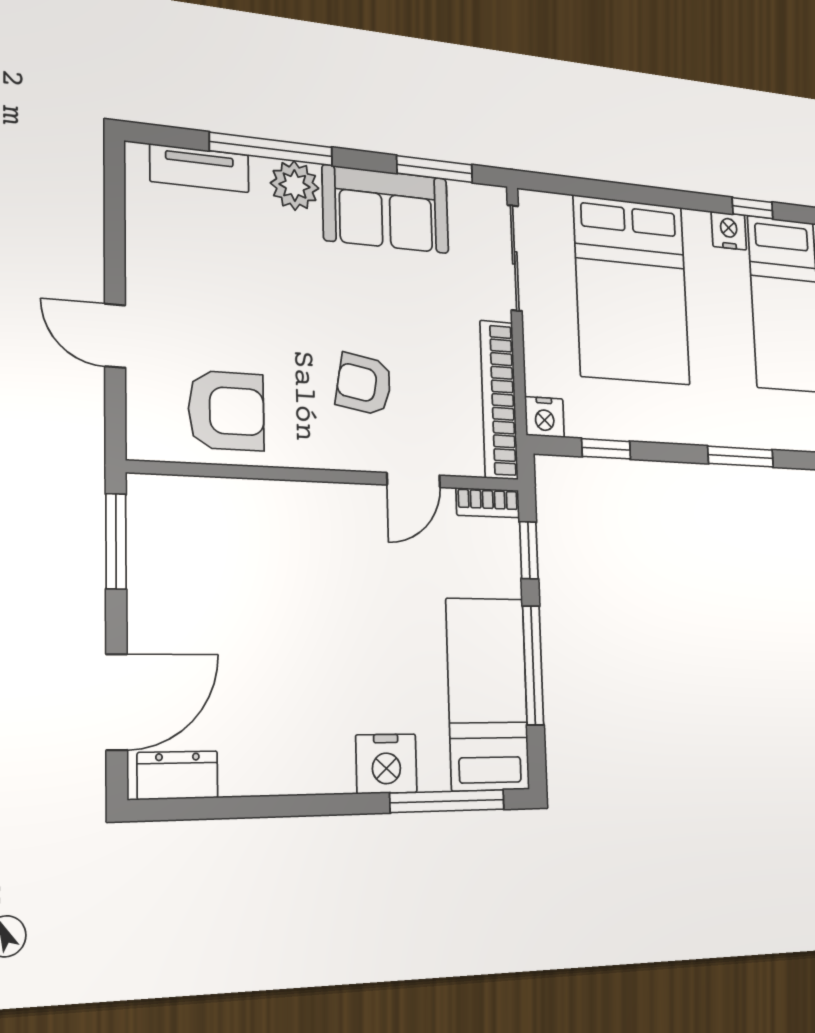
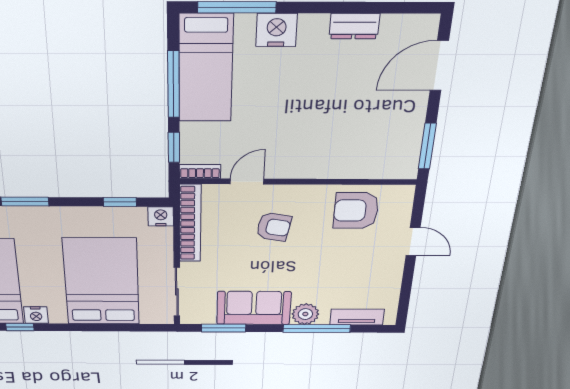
dresser: (178, 775) -> (354, 26), moved

